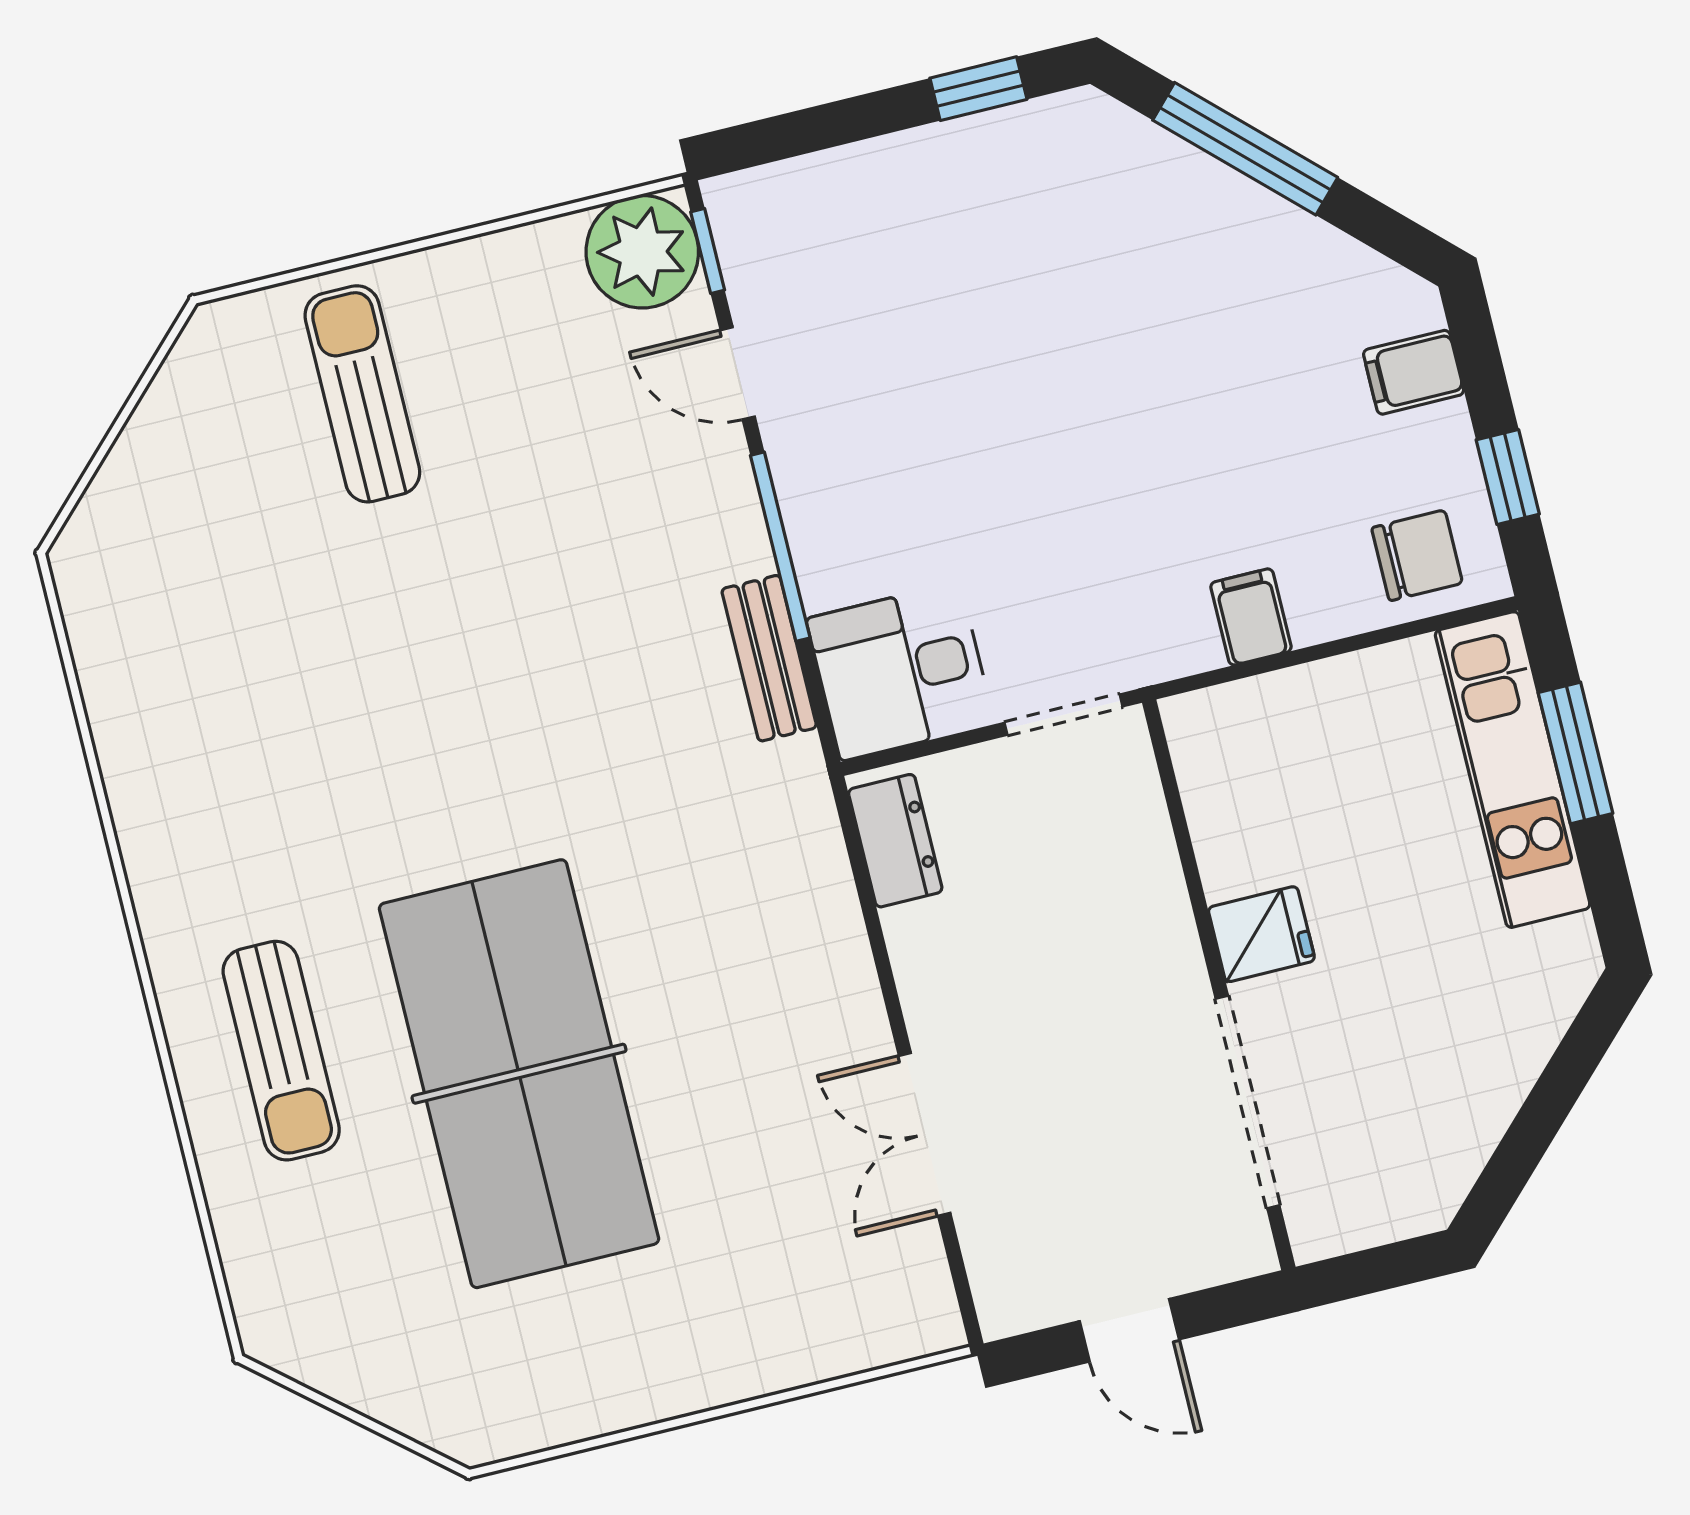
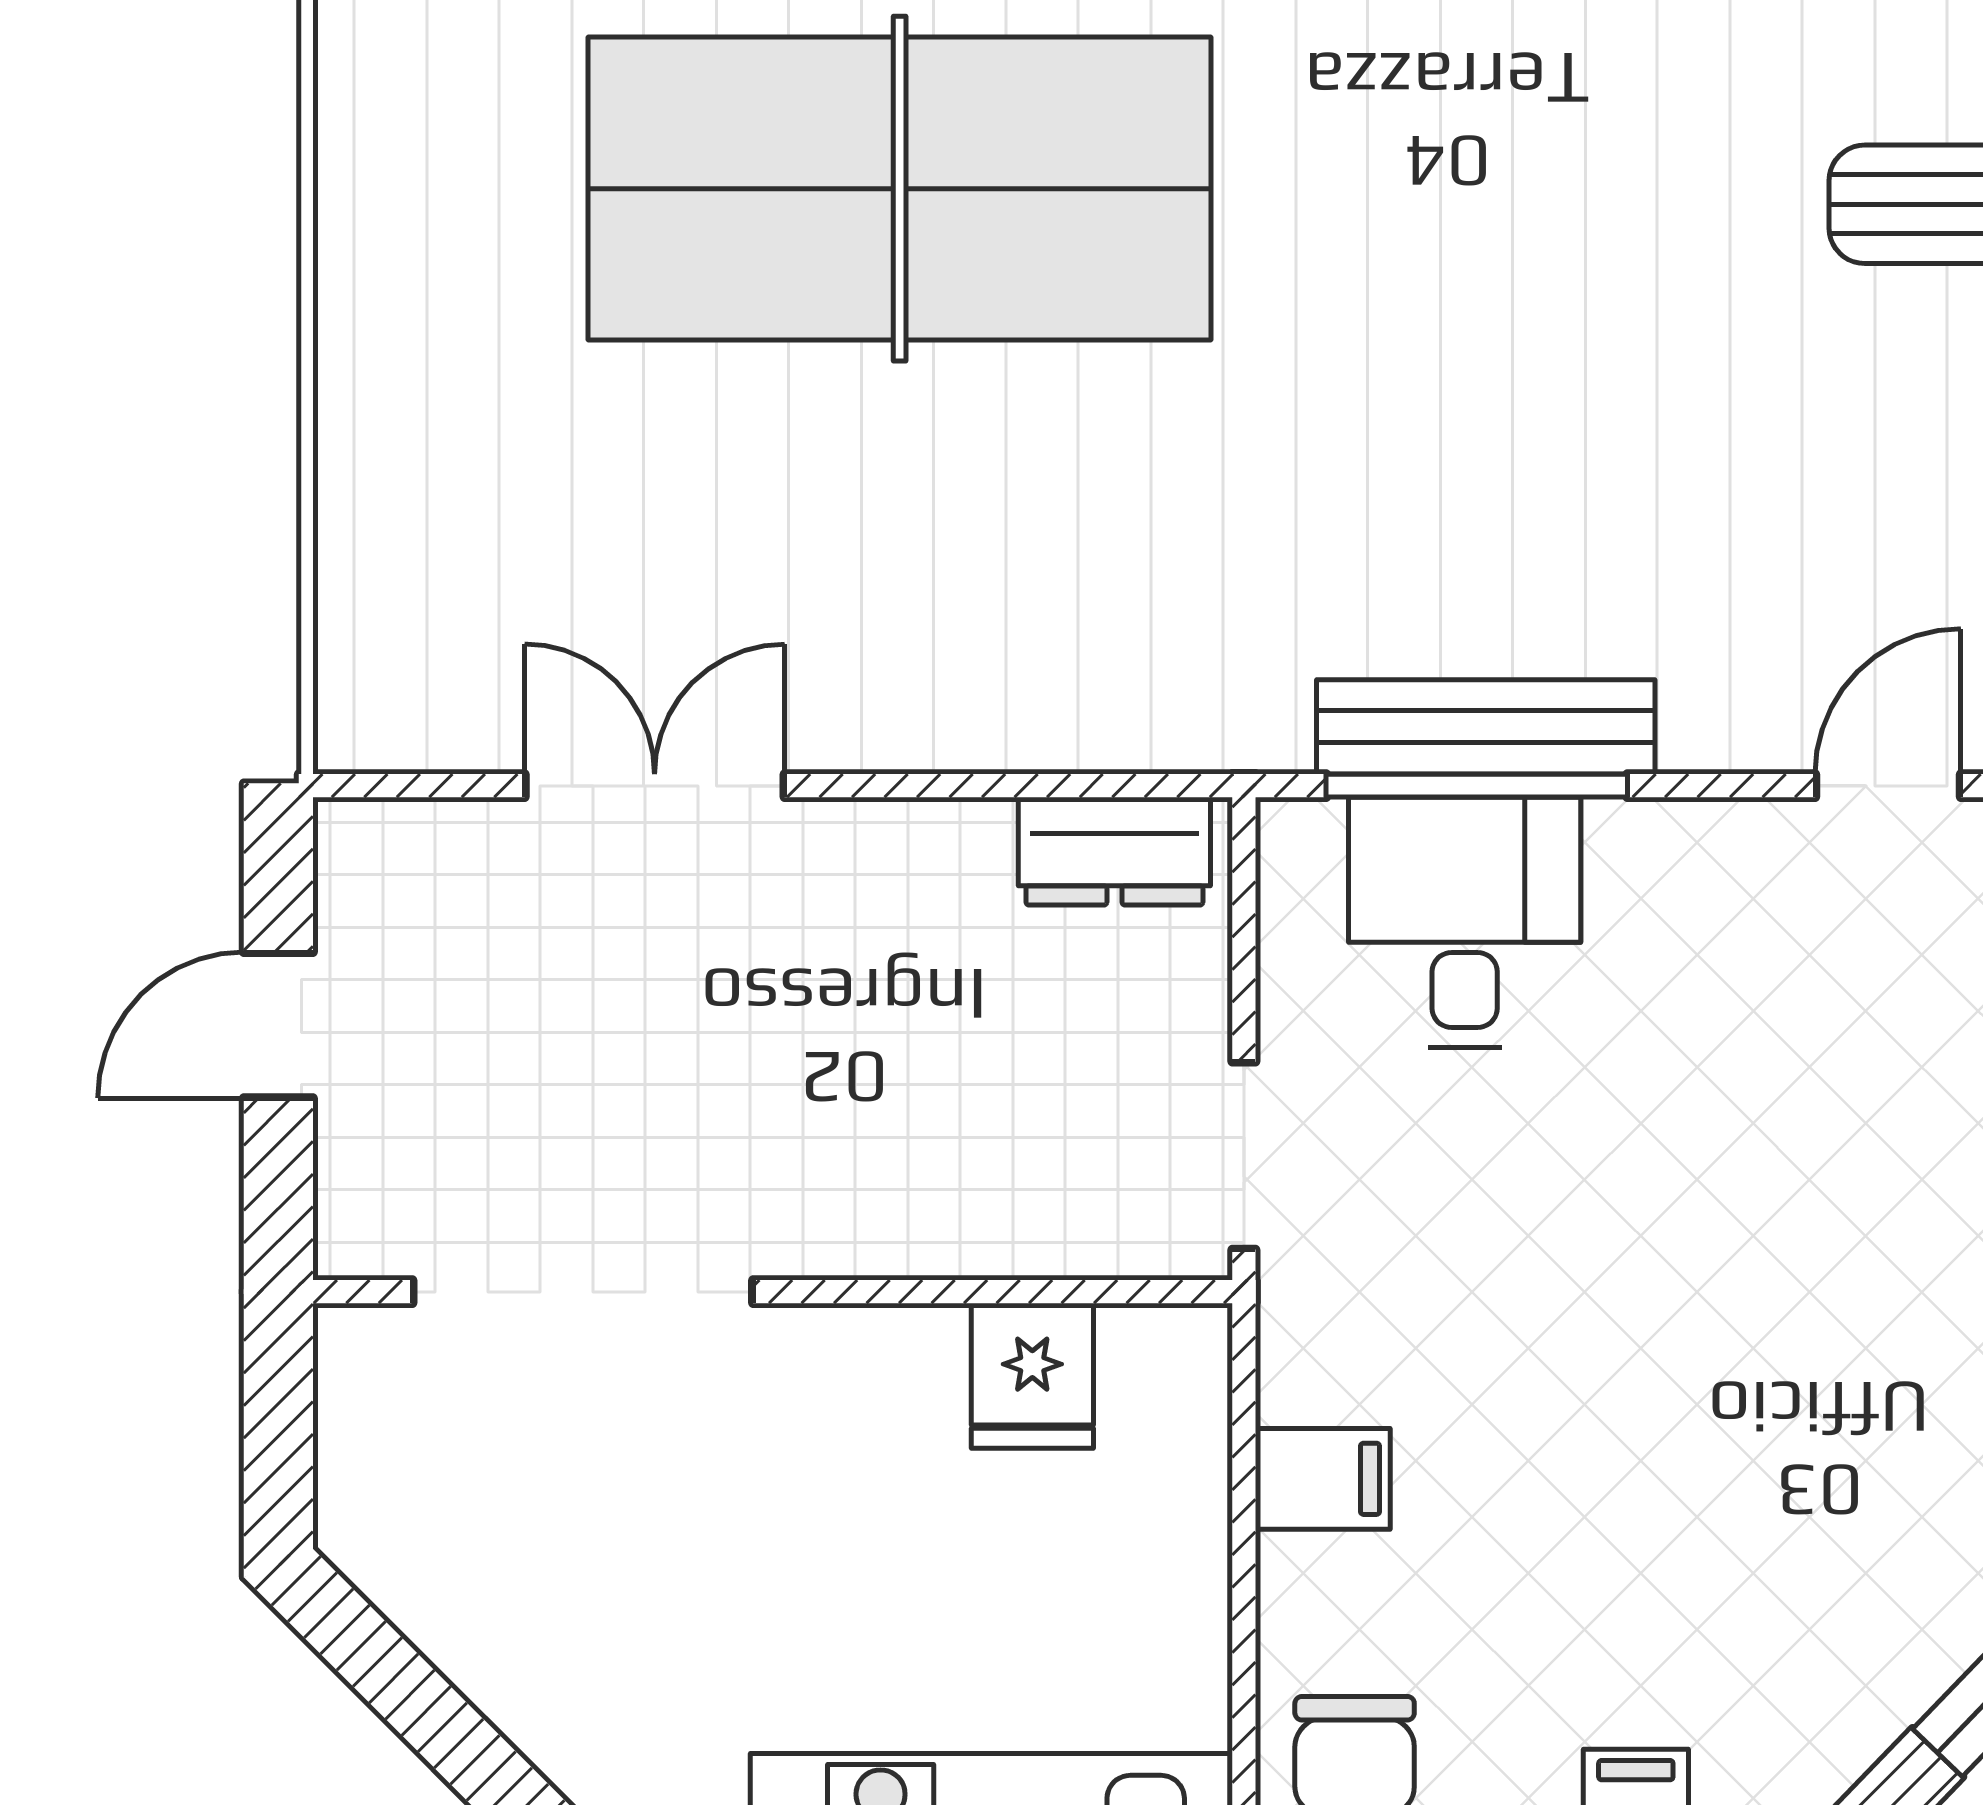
window: (780, 547) -> (1477, 786), moved
bench: (769, 658) -> (1486, 727), width x1.36
desk: (900, 671) -> (1465, 922), moved
fridge: (1261, 934) -> (1032, 1376), moved

